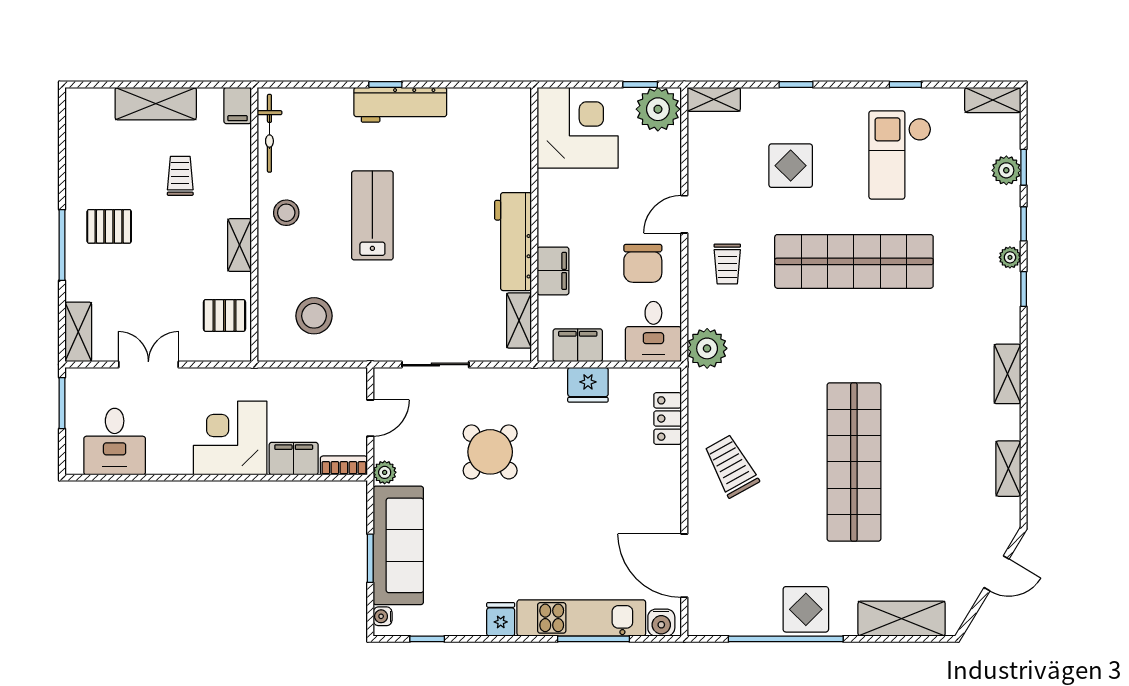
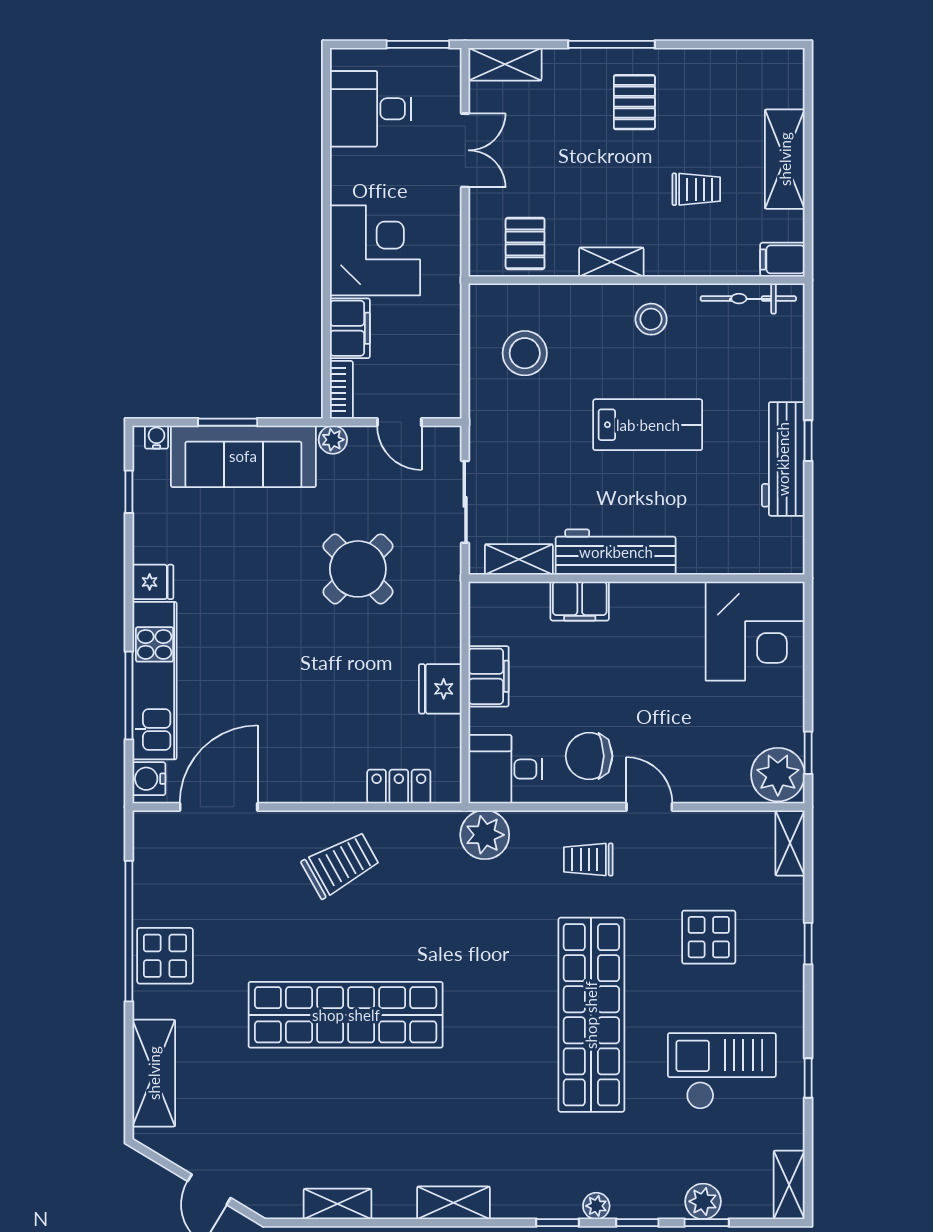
corner desk: (578, 128) -> (755, 631), moved
wall: (534, 225) -> (637, 578), moved
workbench: (513, 242) -> (616, 552), moved
filing cabinet: (553, 271) -> (580, 601), moved
shelving: (519, 321) -> (519, 559), moved

